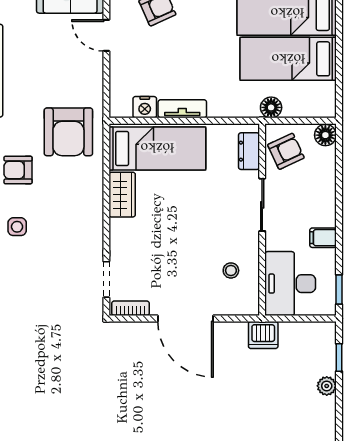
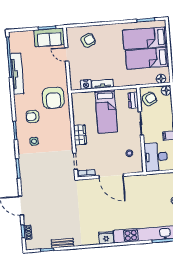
floor lamp: (271, 107) -> (161, 79), moved
bed: (157, 148) -> (106, 111), moved, turned 90
wardrobe: (122, 195) -> (80, 135), moved
dishwasher: (263, 335) -> (146, 180), removed

